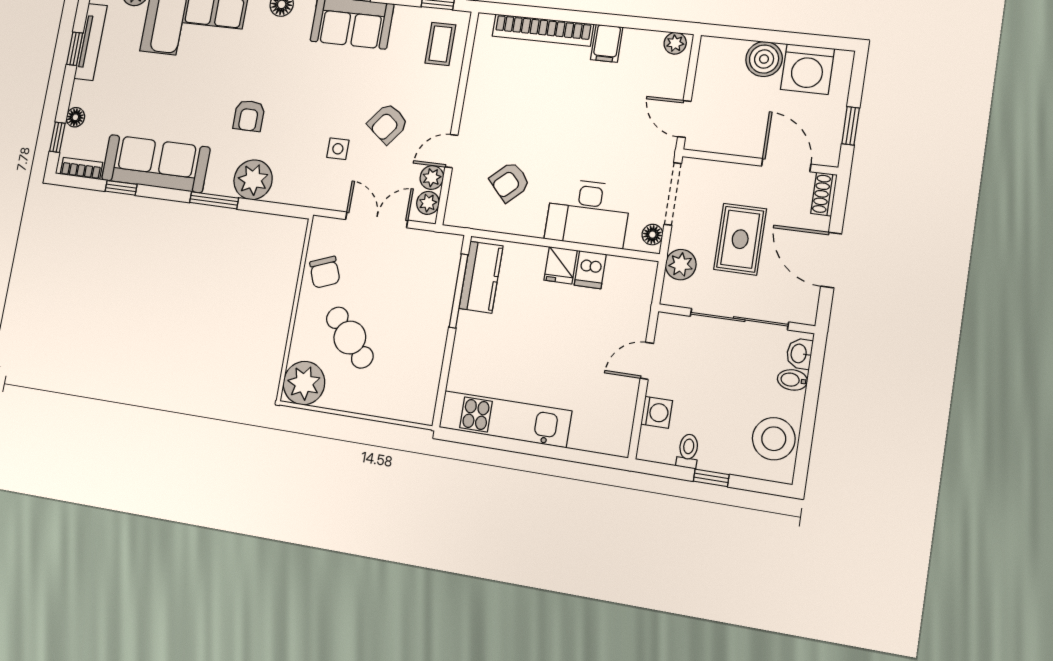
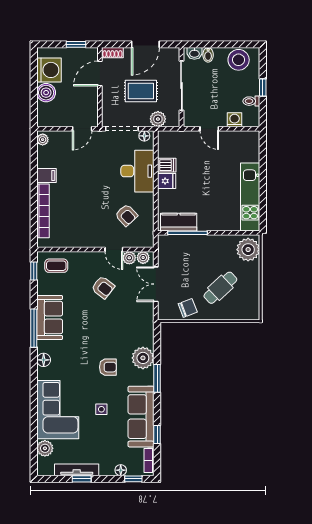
side table: (338, 149) -> (101, 409), moved
plant: (304, 383) -> (248, 250), moved

